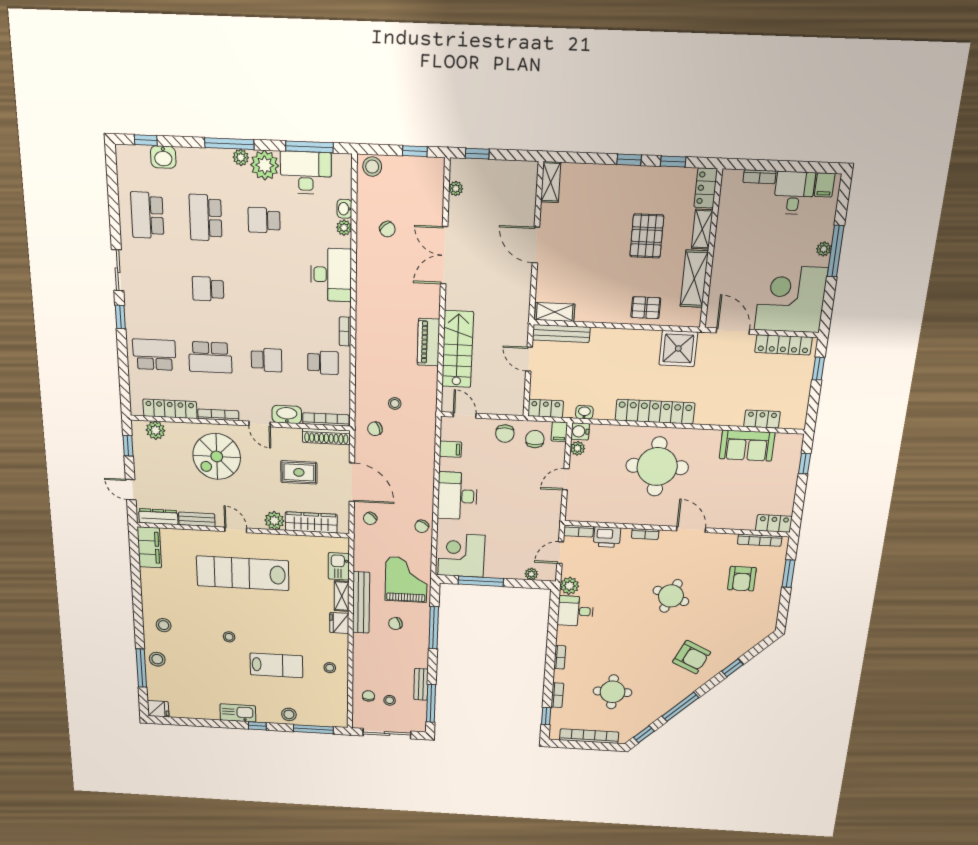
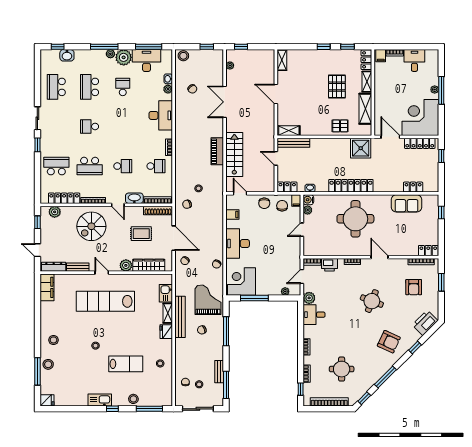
filing cabinet: (825, 185) -> (381, 56), moved
school desk: (264, 220) -> (123, 87), turned 90
printer: (753, 633) -> (425, 323), added

